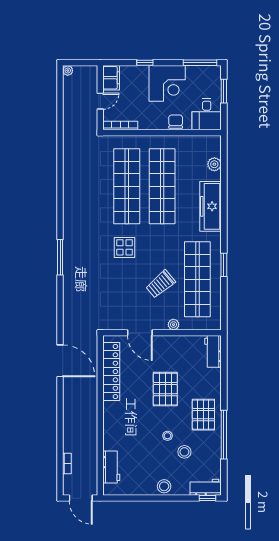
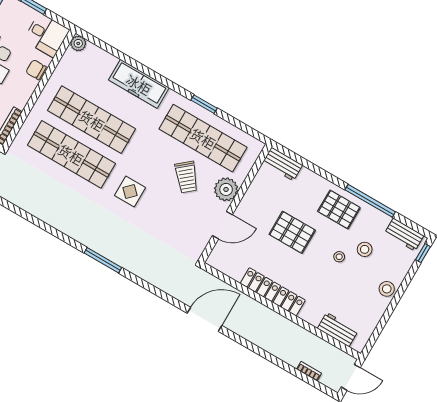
plant: (214, 164) -> (78, 43), moved
plant: (173, 325) -> (226, 189), width x1.88, depth x1.88
locker: (111, 372) -> (273, 292), moved
workbench: (206, 487) -> (404, 235), moved, turned -90

